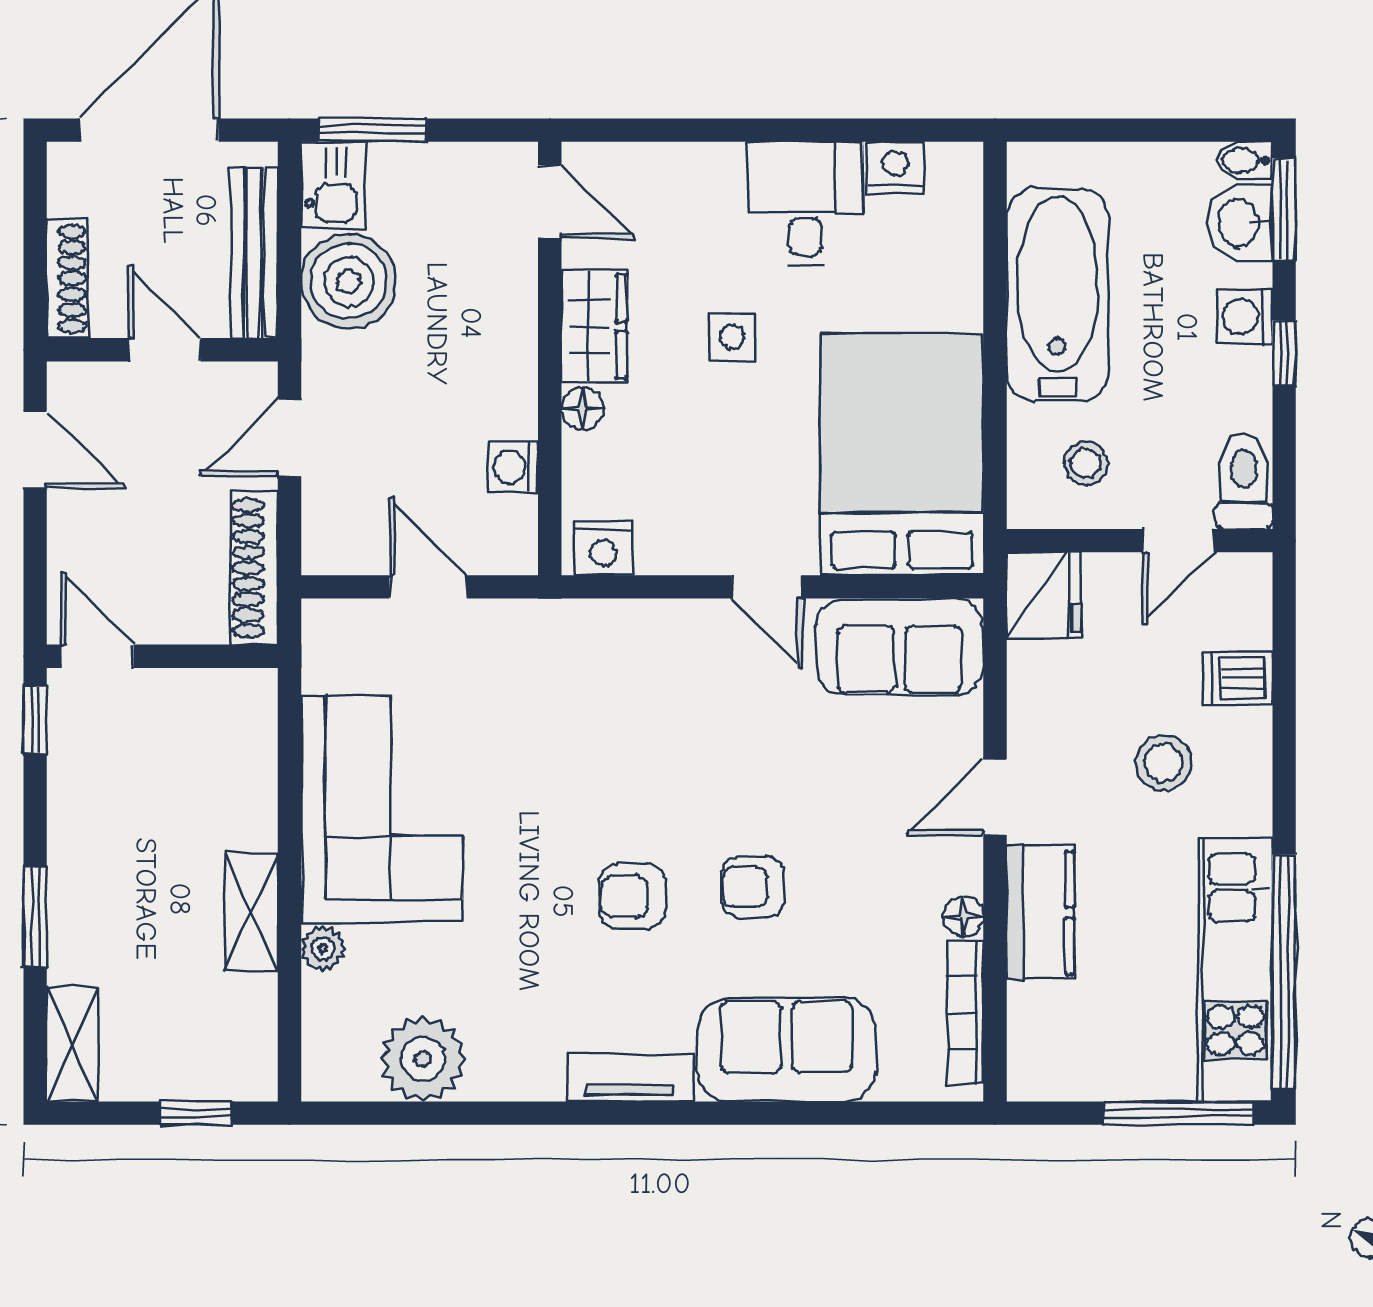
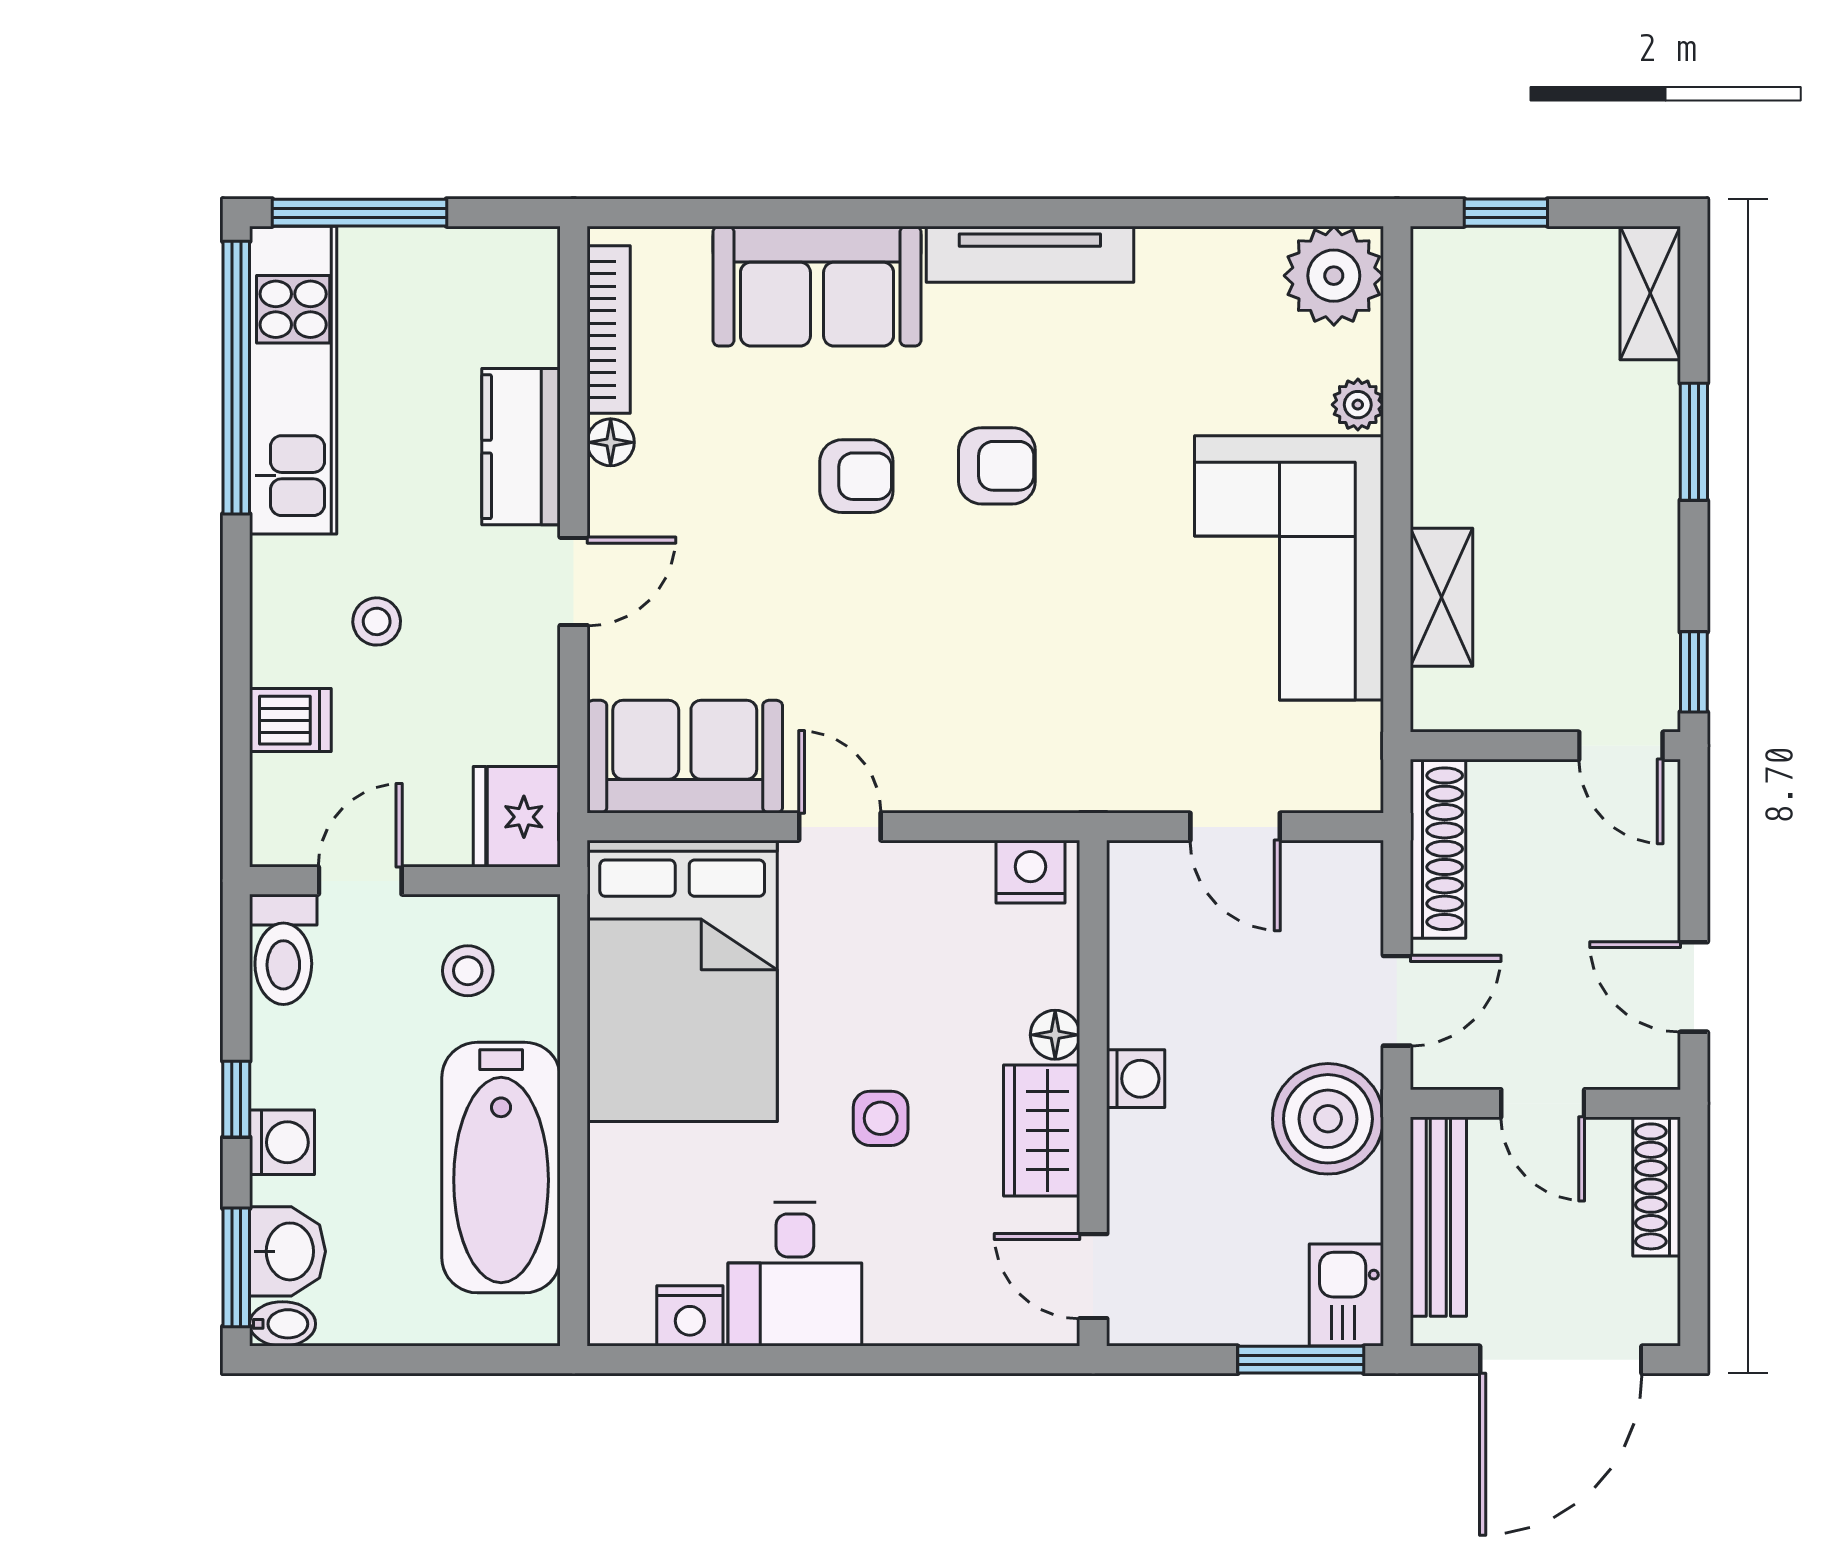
boiler: (349, 281) -> (1328, 1119), moved
washing machine: (513, 467) -> (1136, 1079), moved
stool: (1164, 763) -> (377, 621), width x0.73, depth x0.73
shelving: (251, 912) -> (1441, 597), moved
plant: (423, 1059) -> (1334, 276), moved
tv unit: (630, 1077) -> (1030, 254), width x1.41

